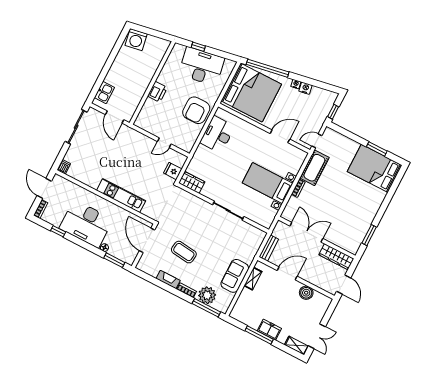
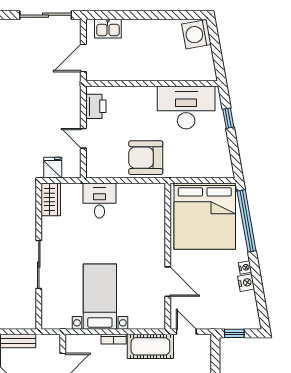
desk: (202, 66) -> (186, 107), moved, turned -80
printer: (157, 92) -> (96, 106), moved, turned -90
desk: (217, 134) -> (99, 201), moved, width x0.73

